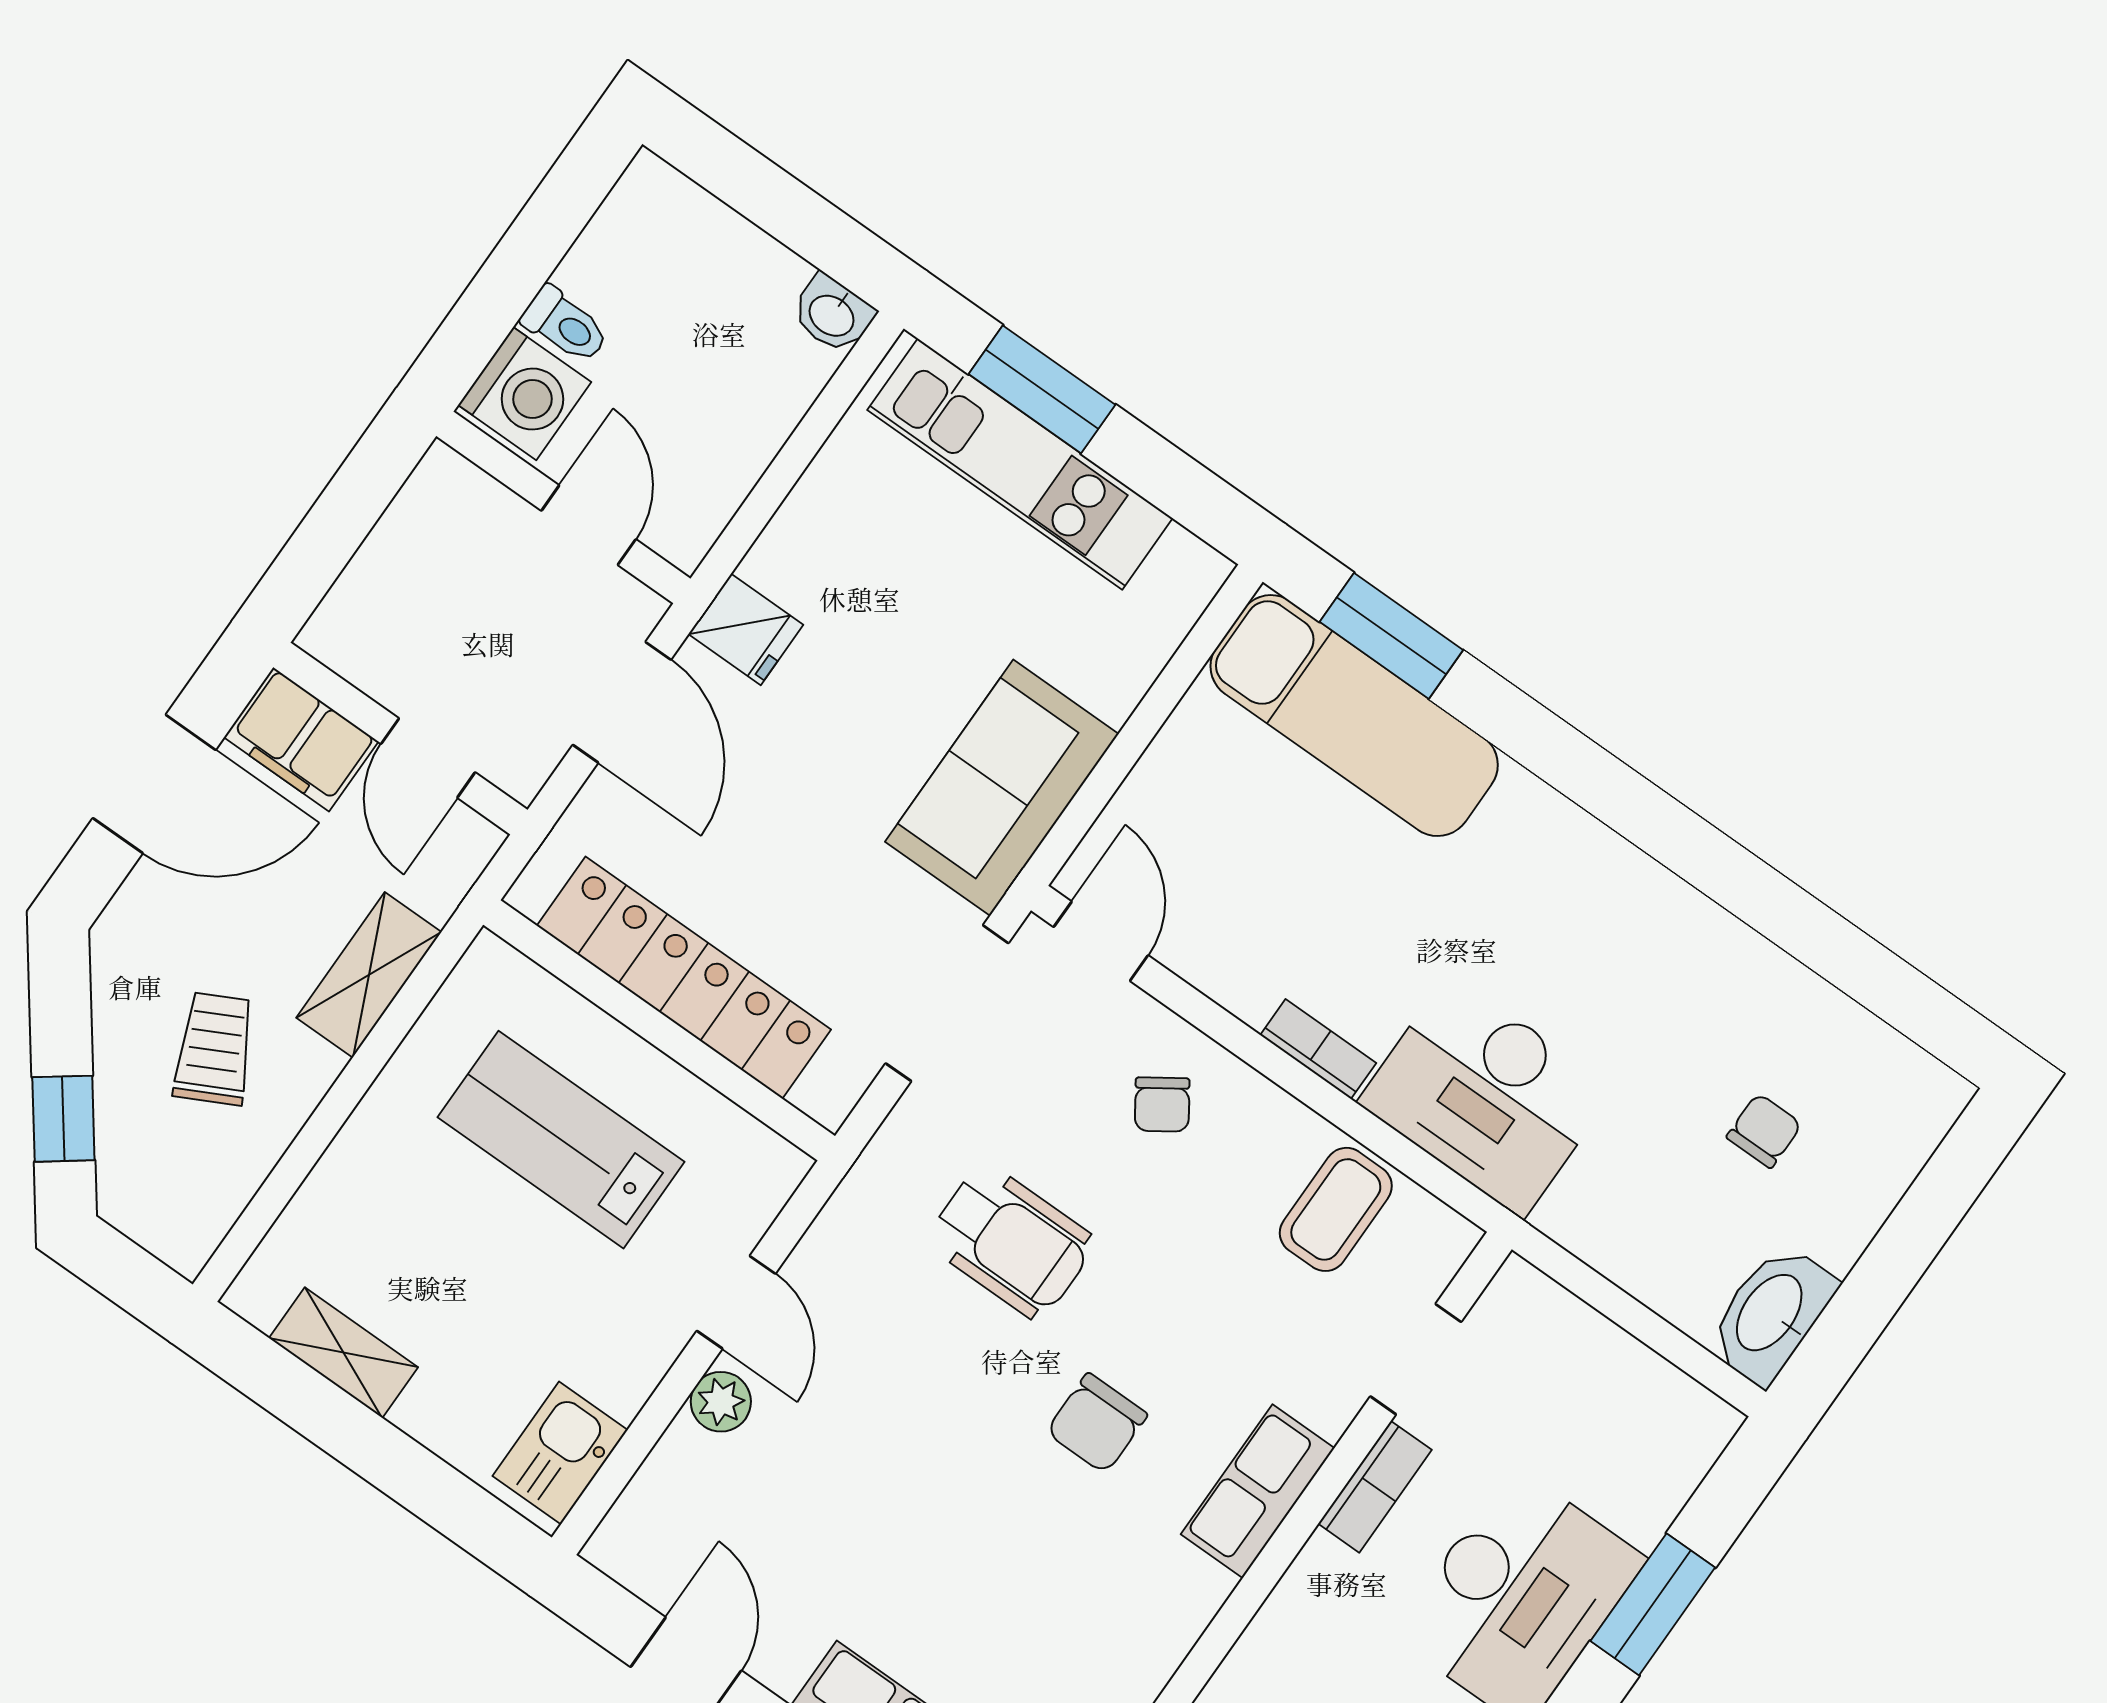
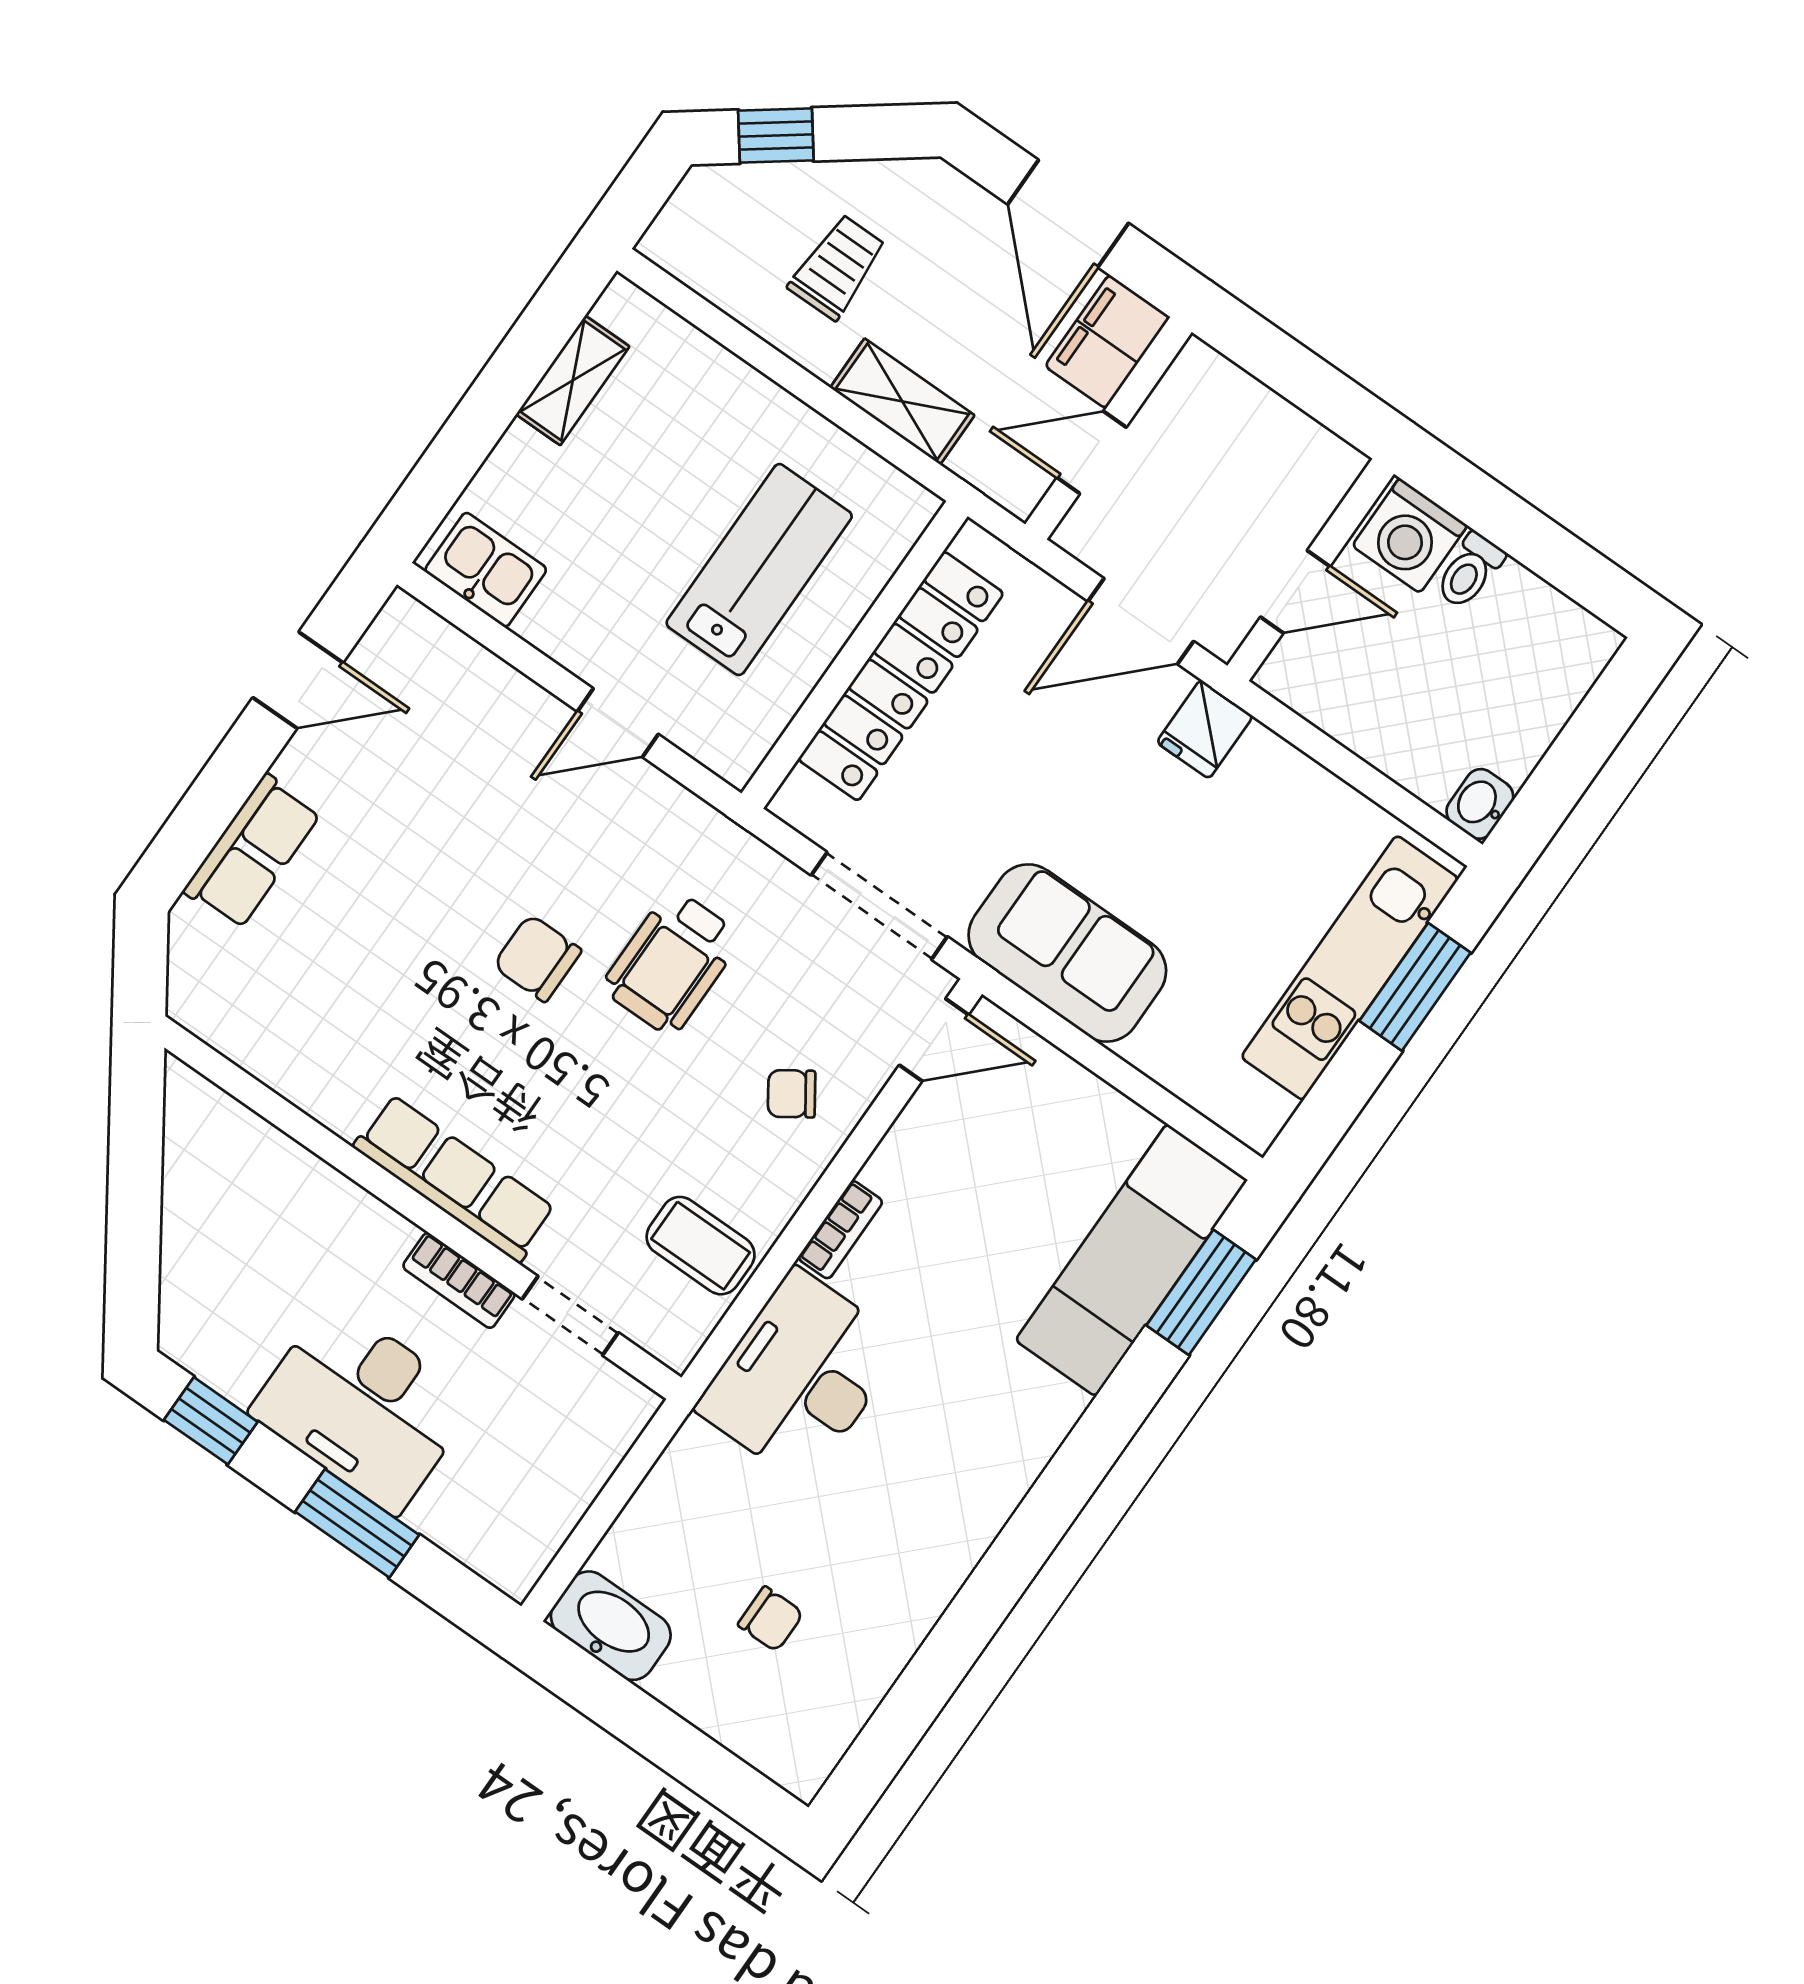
trolley: (214, 1049) -> (837, 267), turned -63
plant: (721, 1402) -> (531, 710), removed
chair: (1097, 1423) -> (537, 958), moved
row of seats: (1258, 1491) -> (455, 1178), width x1.48

